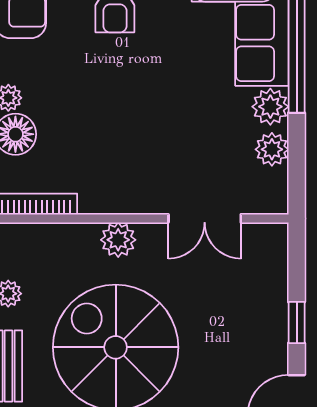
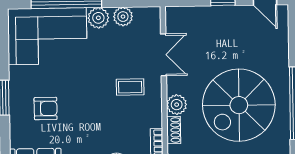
coffee table: (150, 160) -> (130, 87), added
shoe rack: (74, 234) -> (174, 130), added

